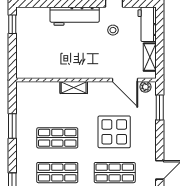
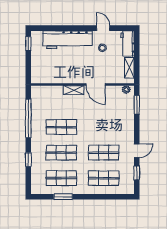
workbench: (75, 16) -> (68, 40), width x1.36, depth x1.32
door: (125, 80) -> (96, 84), moved
window: (12, 126) -> (28, 118), width x2.11
display table: (114, 132) -> (103, 123), removed

